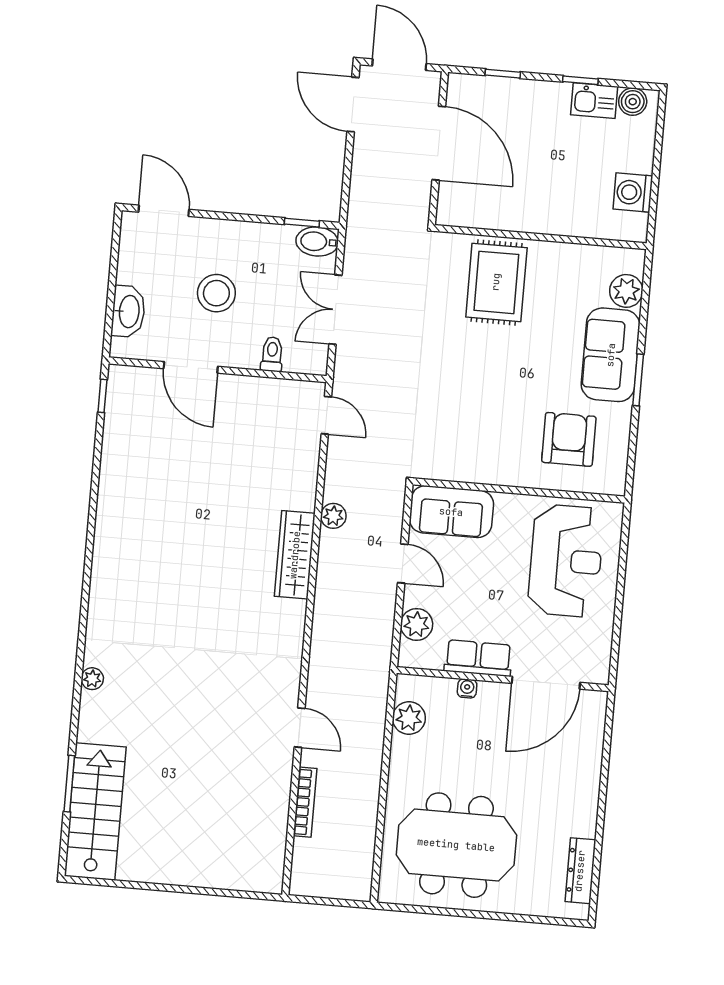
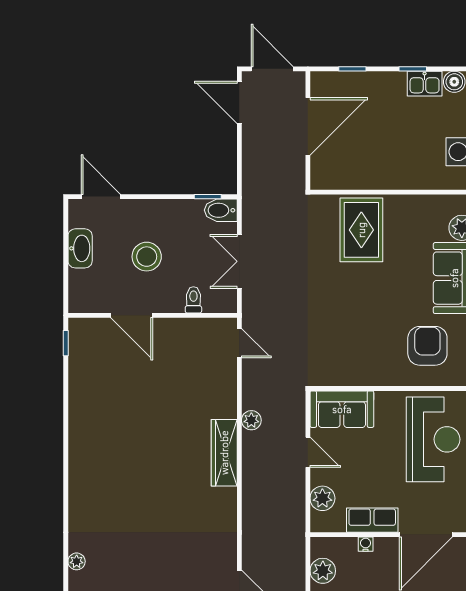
door: (439, 143) -> (308, 126), hinge flipped
washbasin: (128, 311) -> (80, 248), moved

